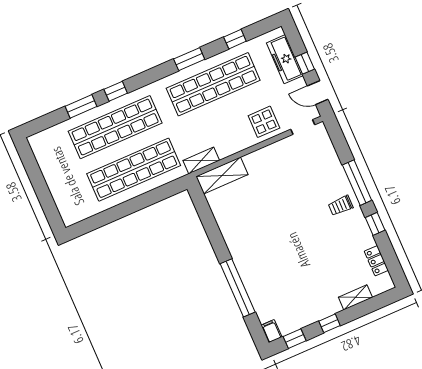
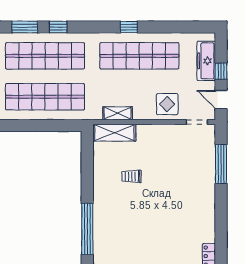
window: (235, 39) -> (173, 27), removed
window: (189, 59) -> (129, 27), width x0.67
shelving: (201, 161) -> (118, 113), moved
window: (357, 183) -> (221, 164), moved
trolley: (341, 206) -> (131, 176), moved
window: (375, 224) -> (221, 226), removed

